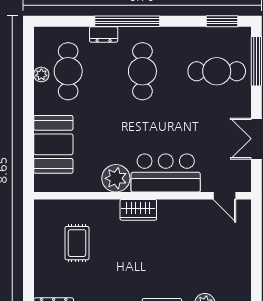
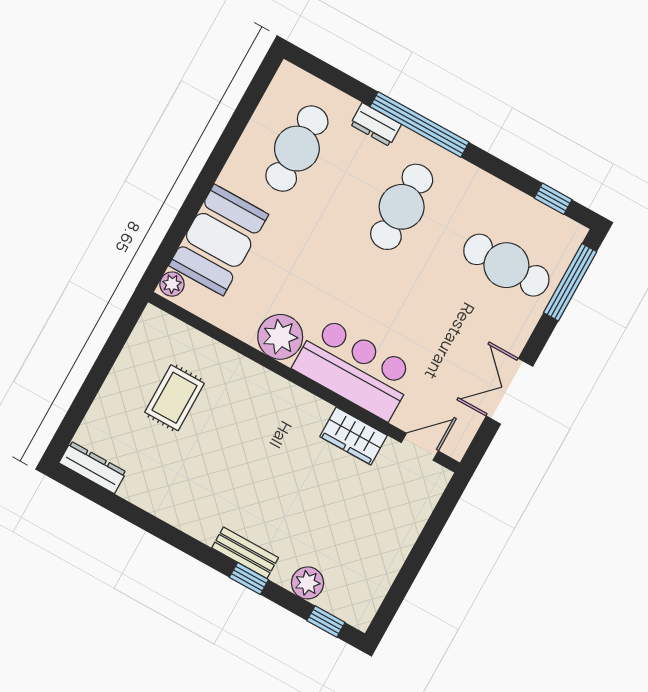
window: (222, 21) -> (553, 199), width x0.67
plant: (41, 74) -> (172, 284), moved
door: (225, 196) -> (420, 447), swing flipped
wardrobe: (138, 210) -> (354, 436), moved

